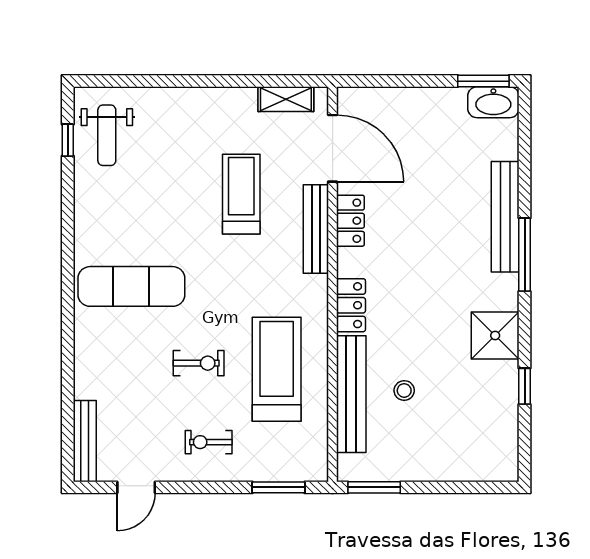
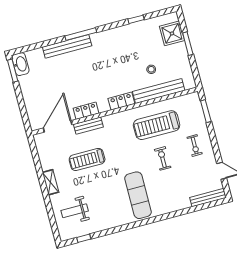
shelving: (286, 99) -> (50, 182), moved
weight bench: (107, 135) -> (75, 211), moved, turned 180
bench: (316, 229) -> (88, 126), width x0.73
shower: (495, 335) -> (172, 33), moved
window: (374, 487) -> (188, 44), moved

